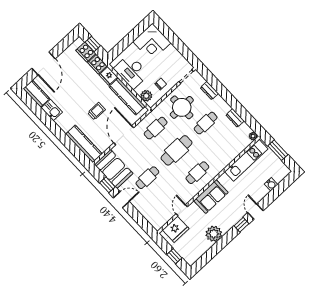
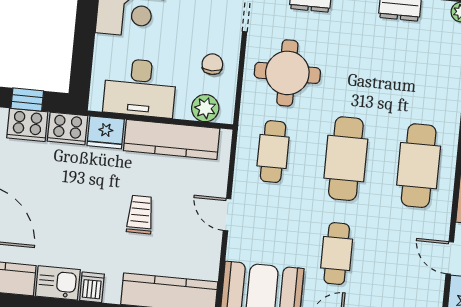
dishwasher: (61, 121) -> (92, 287), added
cafe table: (206, 123) -> (355, 64), removed
door: (124, 135) -> (227, 215), width x0.53
cafe table: (197, 173) -> (419, 166), width x1.37, depth x1.35

